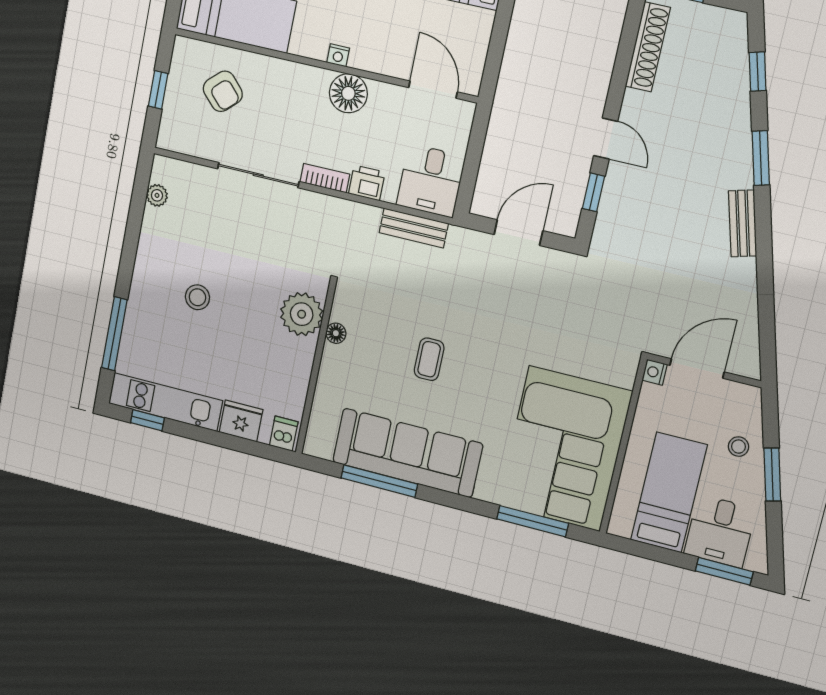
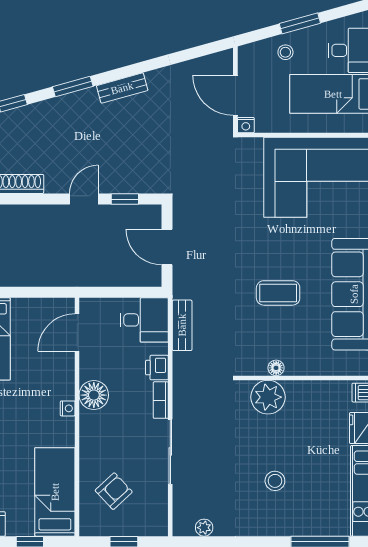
coffee table: (429, 359) -> (278, 293), width x1.36, depth x1.30

